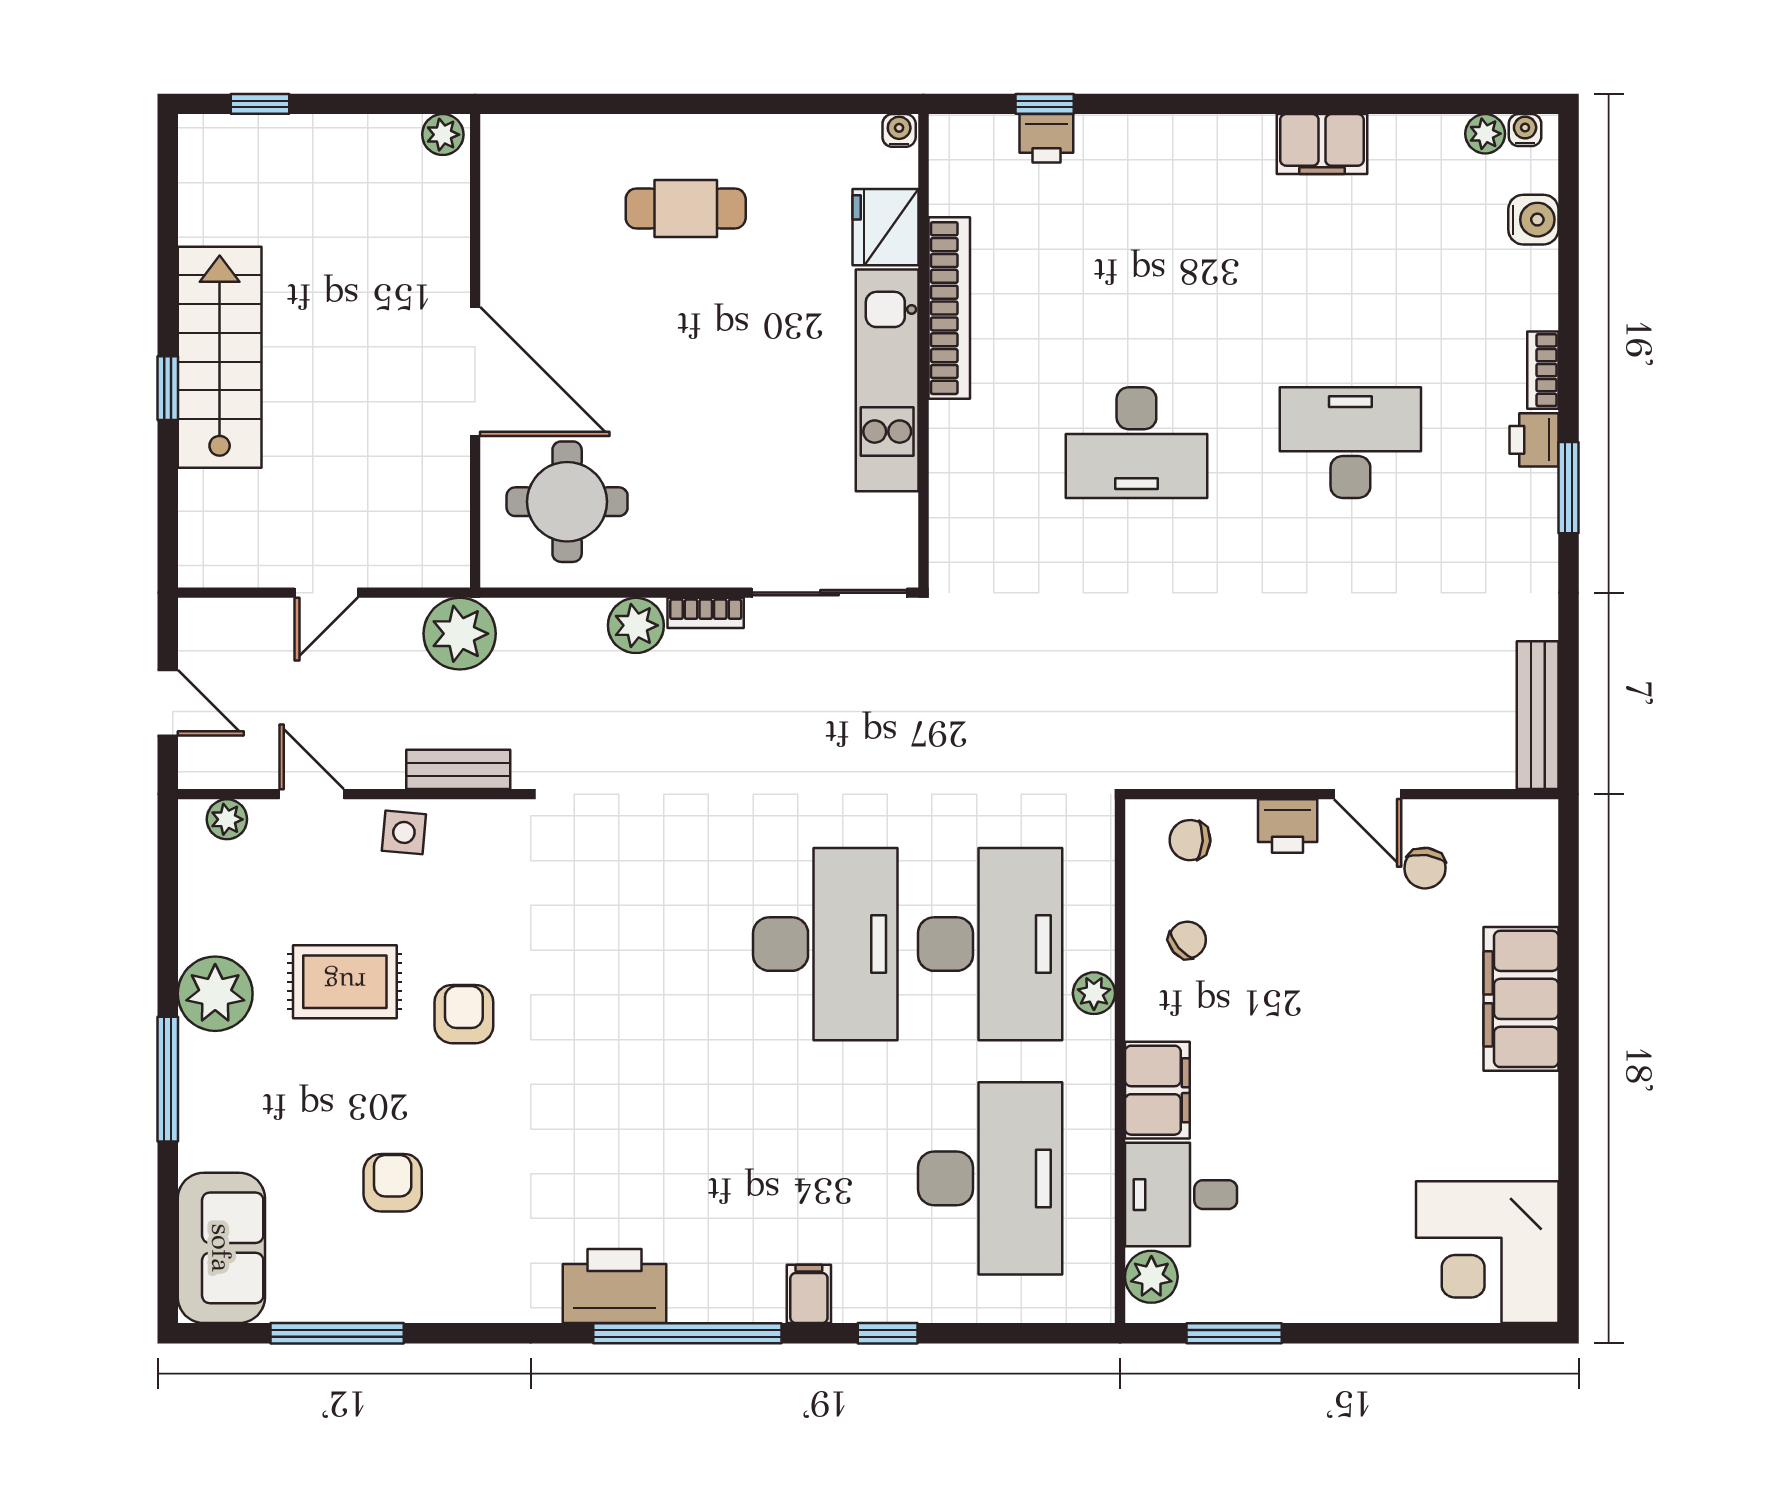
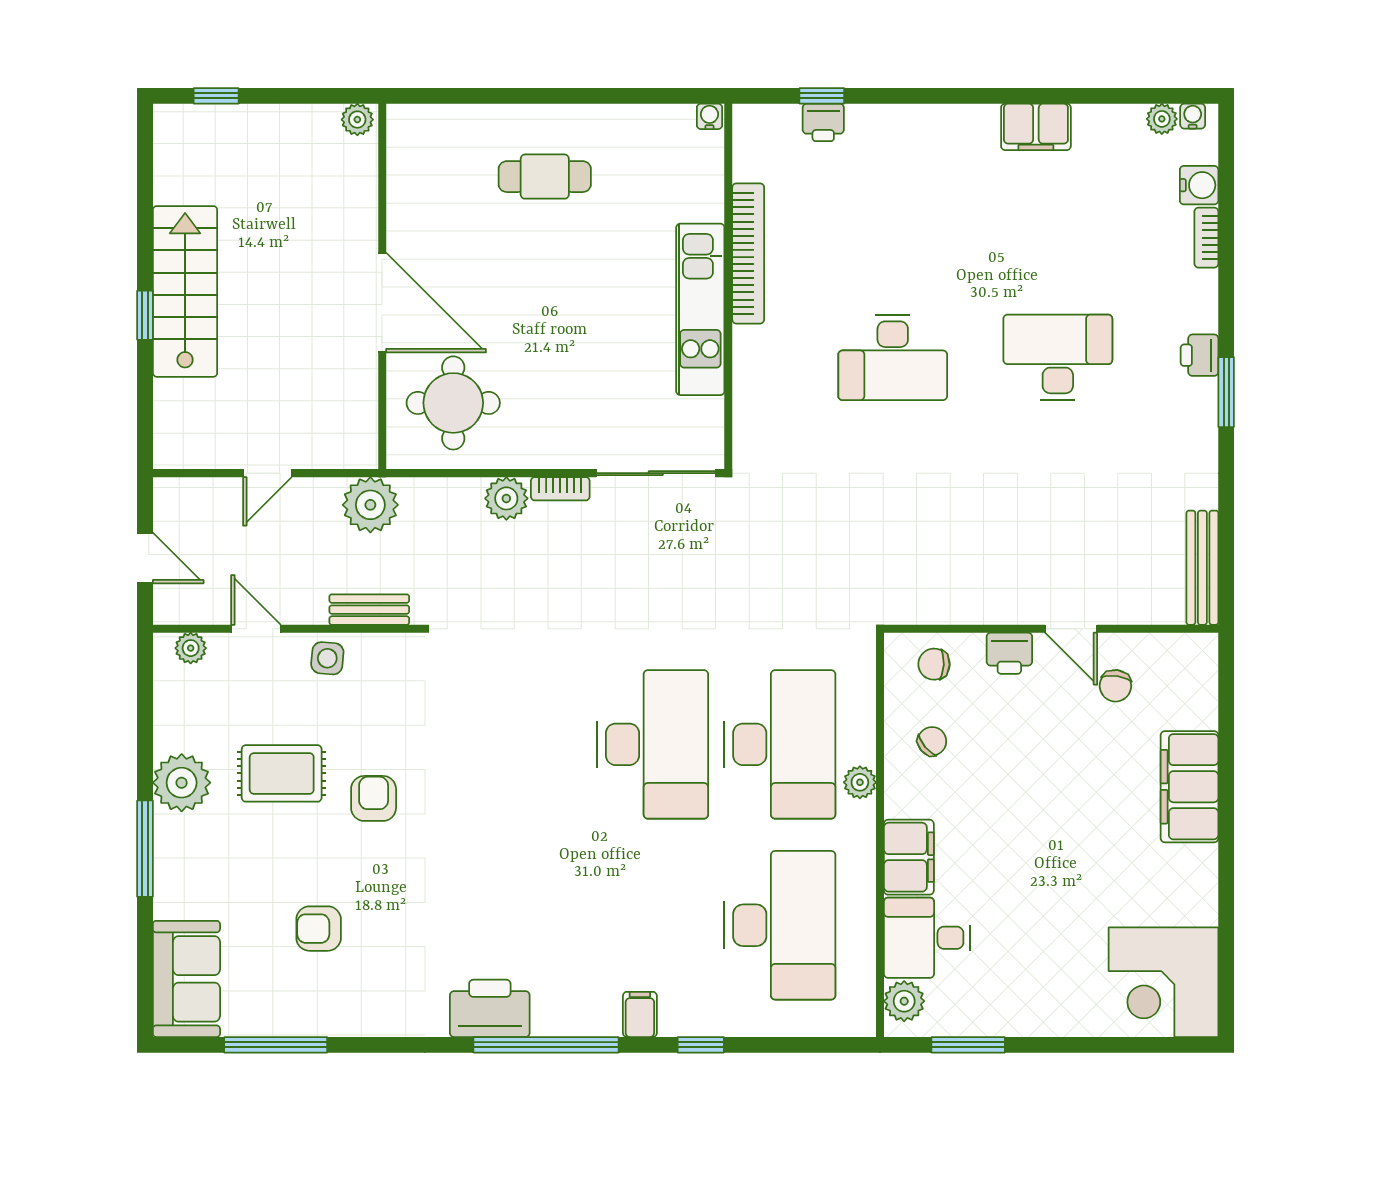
fridge: (886, 227) -> (699, 191), removed
bookcase: (1543, 370) -> (1206, 238), moved
armchair: (393, 1183) -> (319, 929), turned -90

